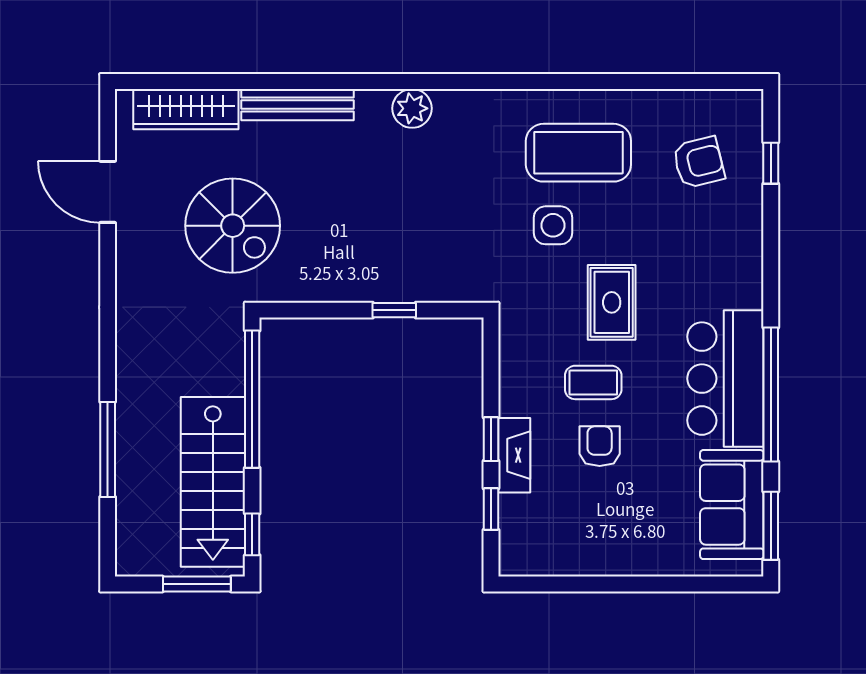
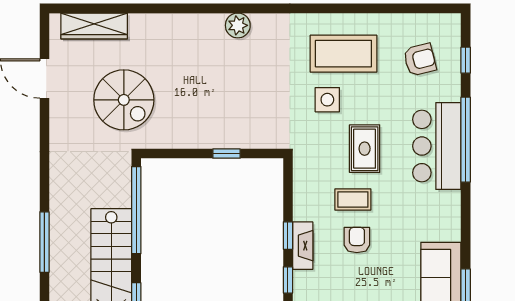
bench: (297, 105) -> (165, 23), removed
bar counter: (725, 379) -> (437, 146), moved
window: (771, 394) -> (466, 140), moved

